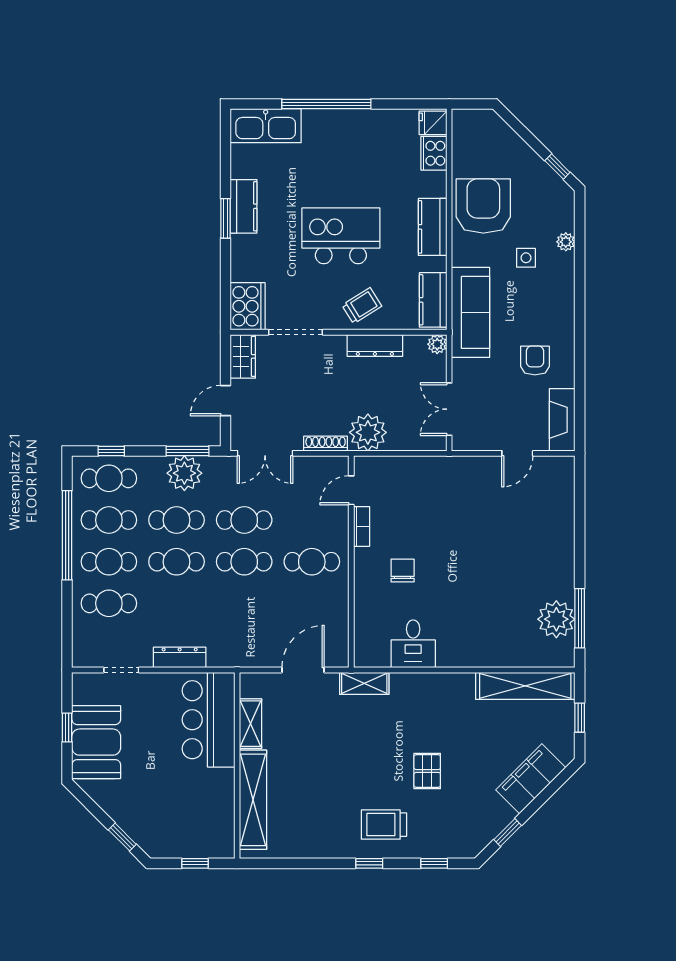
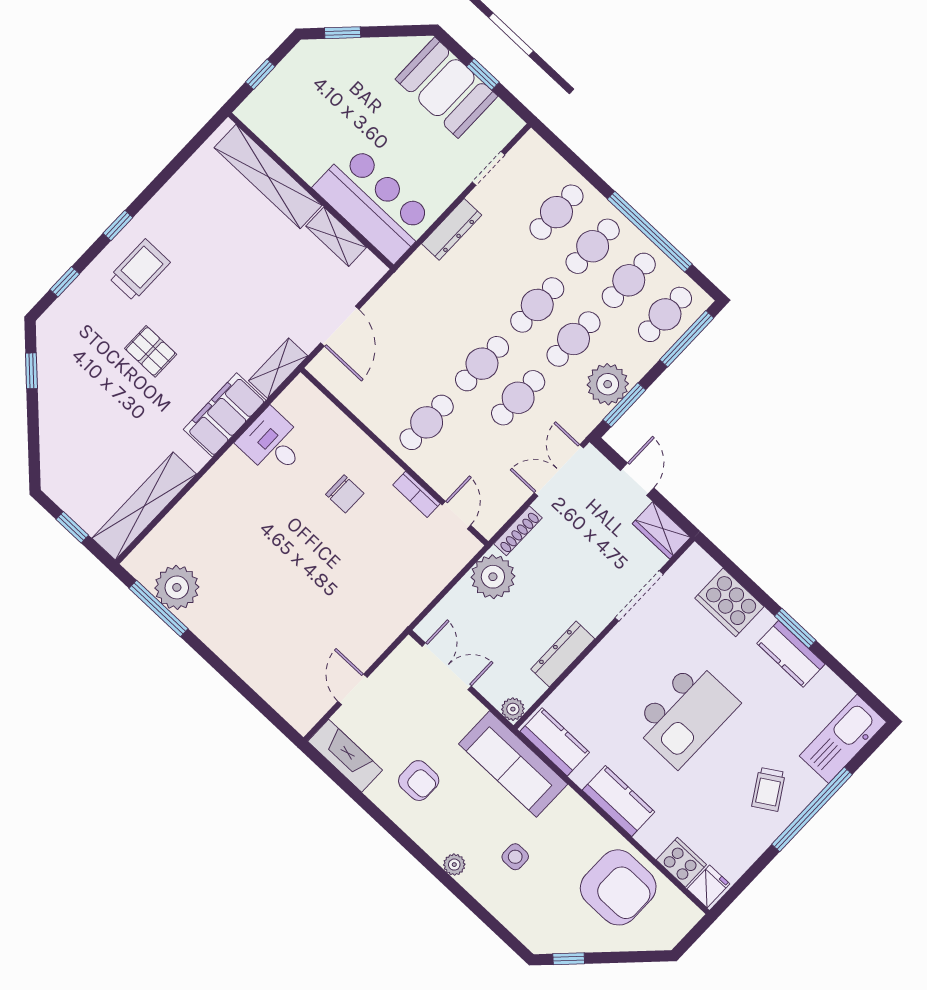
armchair: (483, 206) -> (618, 887), moved
plant: (566, 242) -> (454, 865), moved
cooker: (248, 306) -> (729, 602), moved
trolley: (362, 306) -> (769, 789), moved
window: (111, 451) -> (687, 339), width x2.17
filing cabinet: (531, 779) -> (225, 415), moved, turned -135

